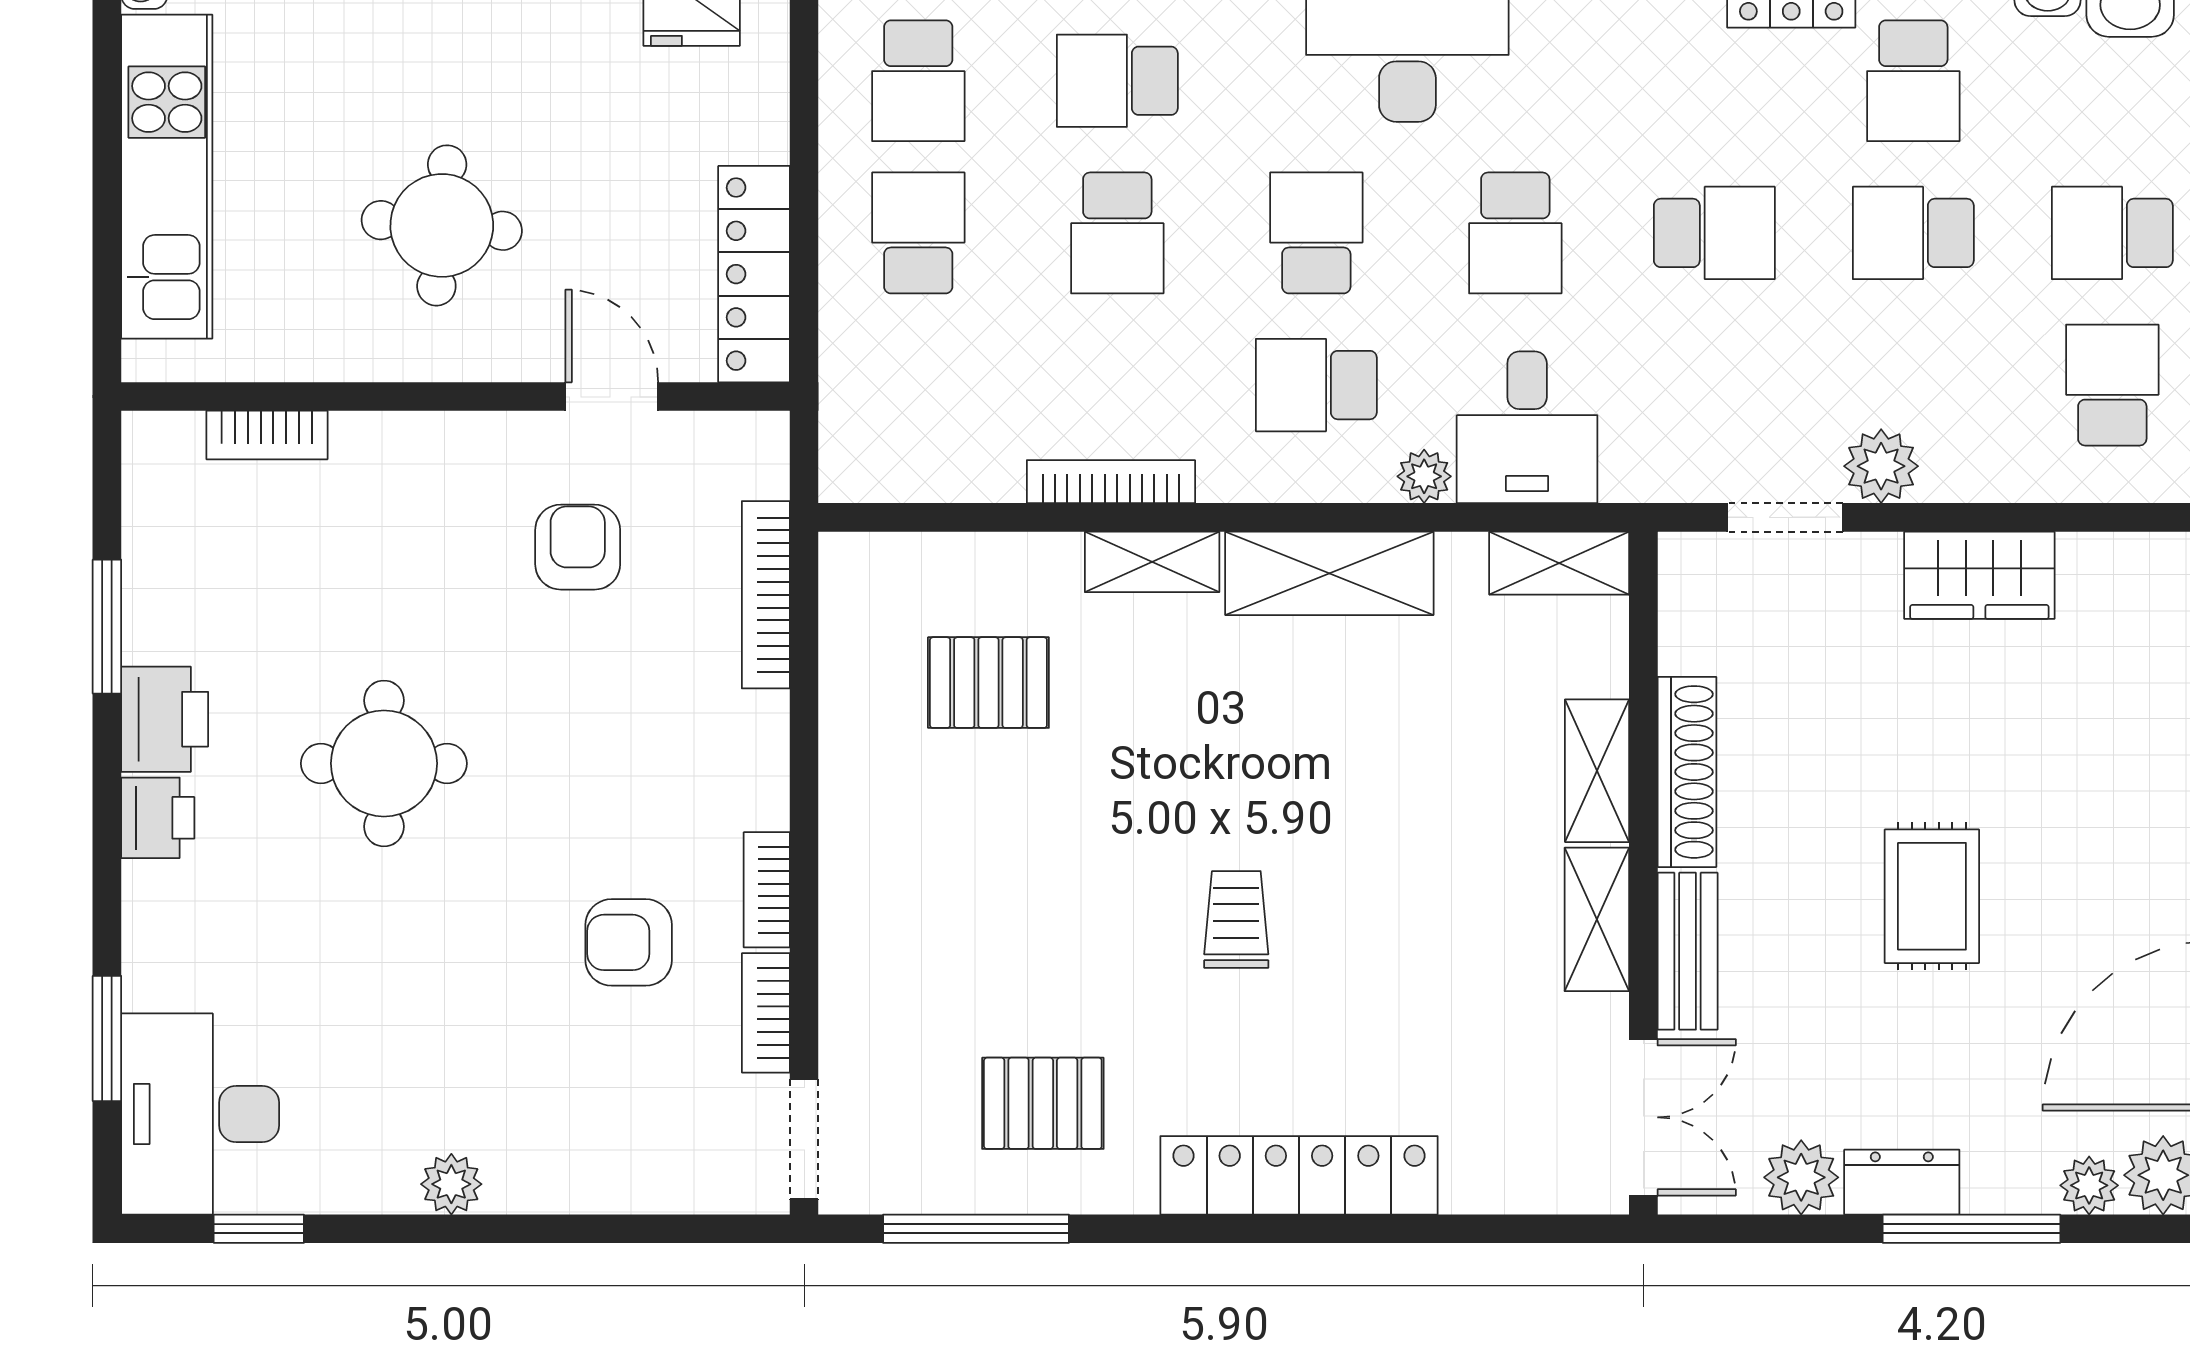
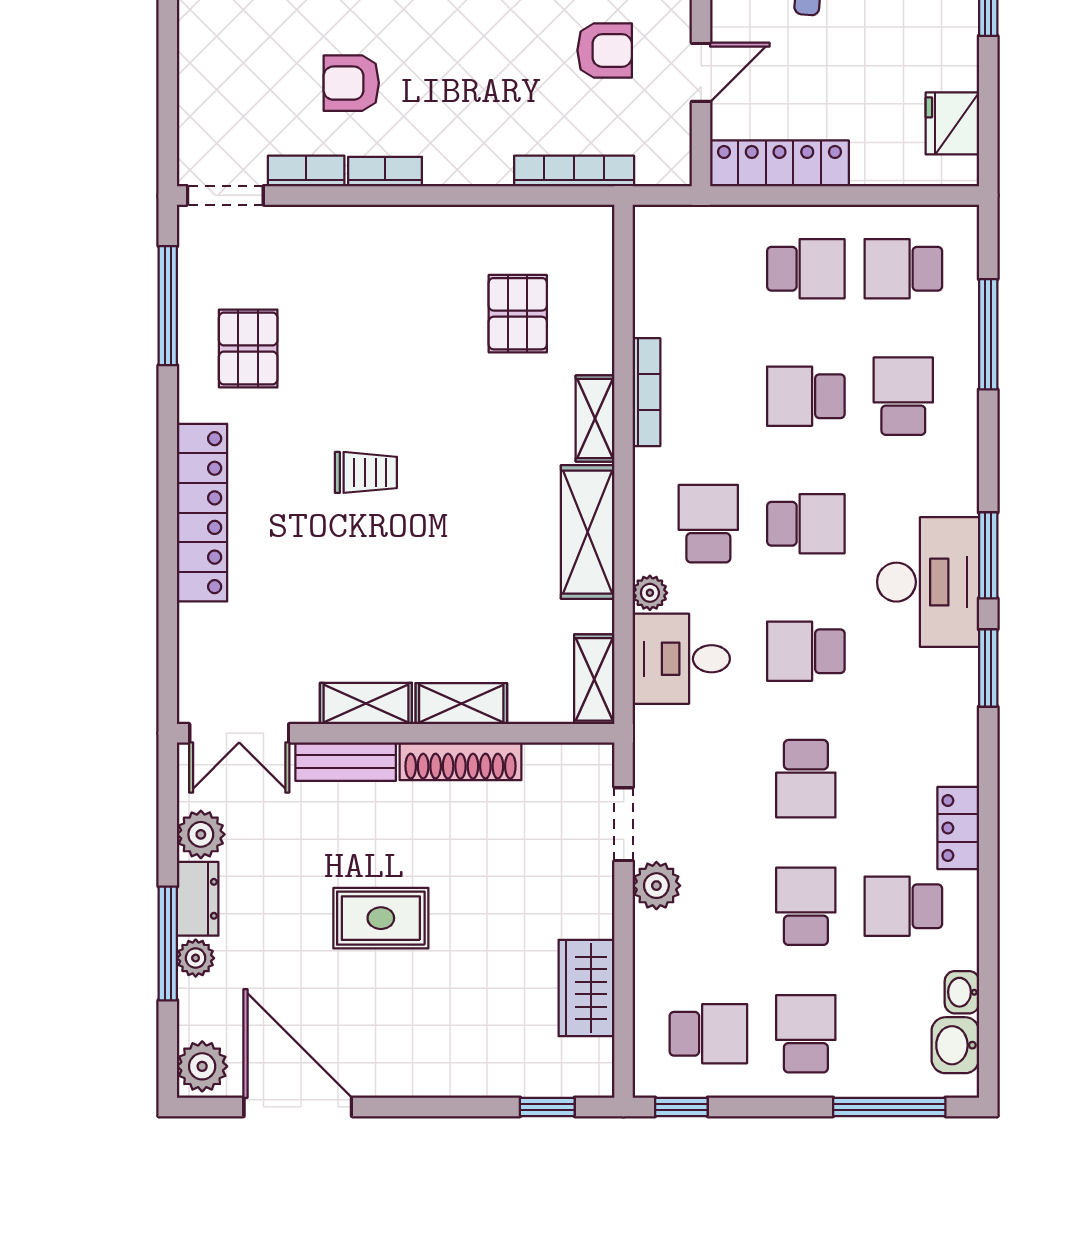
wardrobe: (1979, 575) -> (586, 988), moved
armchair: (629, 942) -> (351, 83), turned -90
plant: (2089, 1185) -> (196, 958), moved

